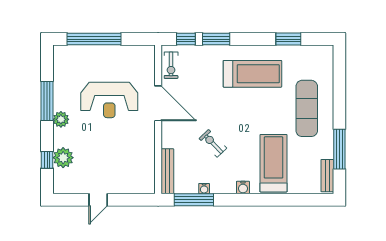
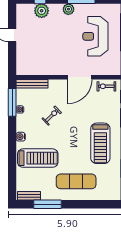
reception desk: (109, 100) -> (95, 36), moved

